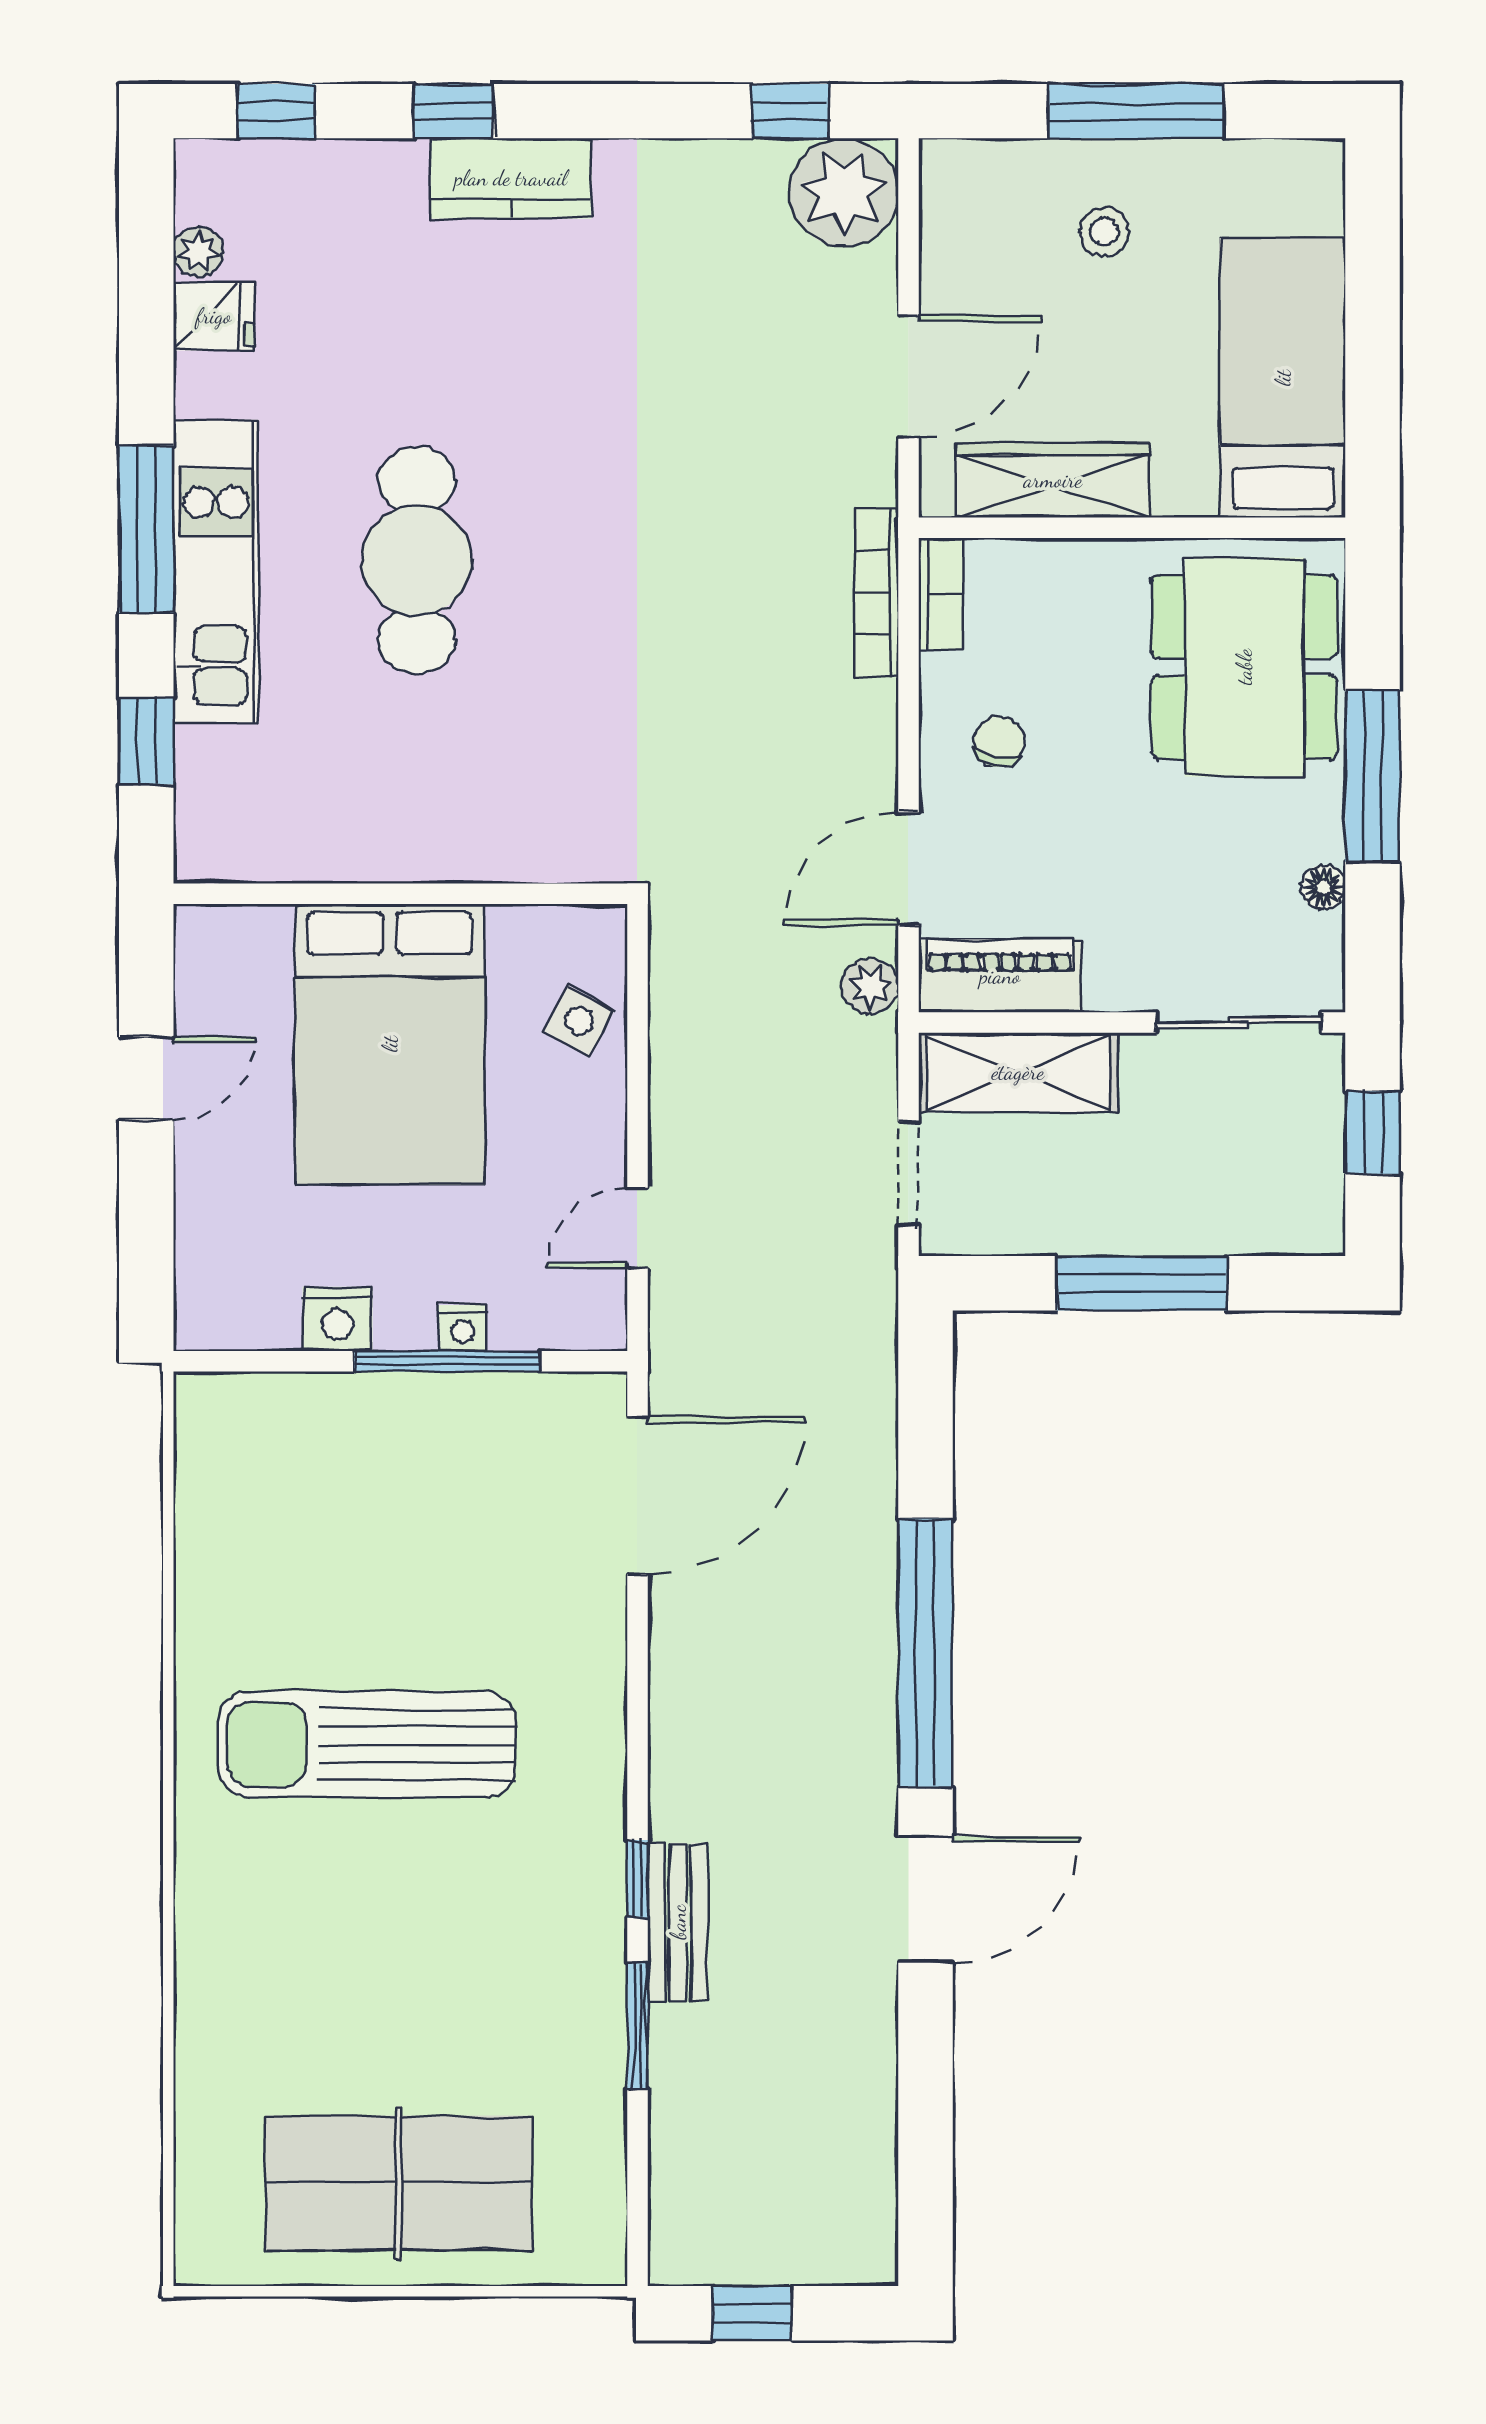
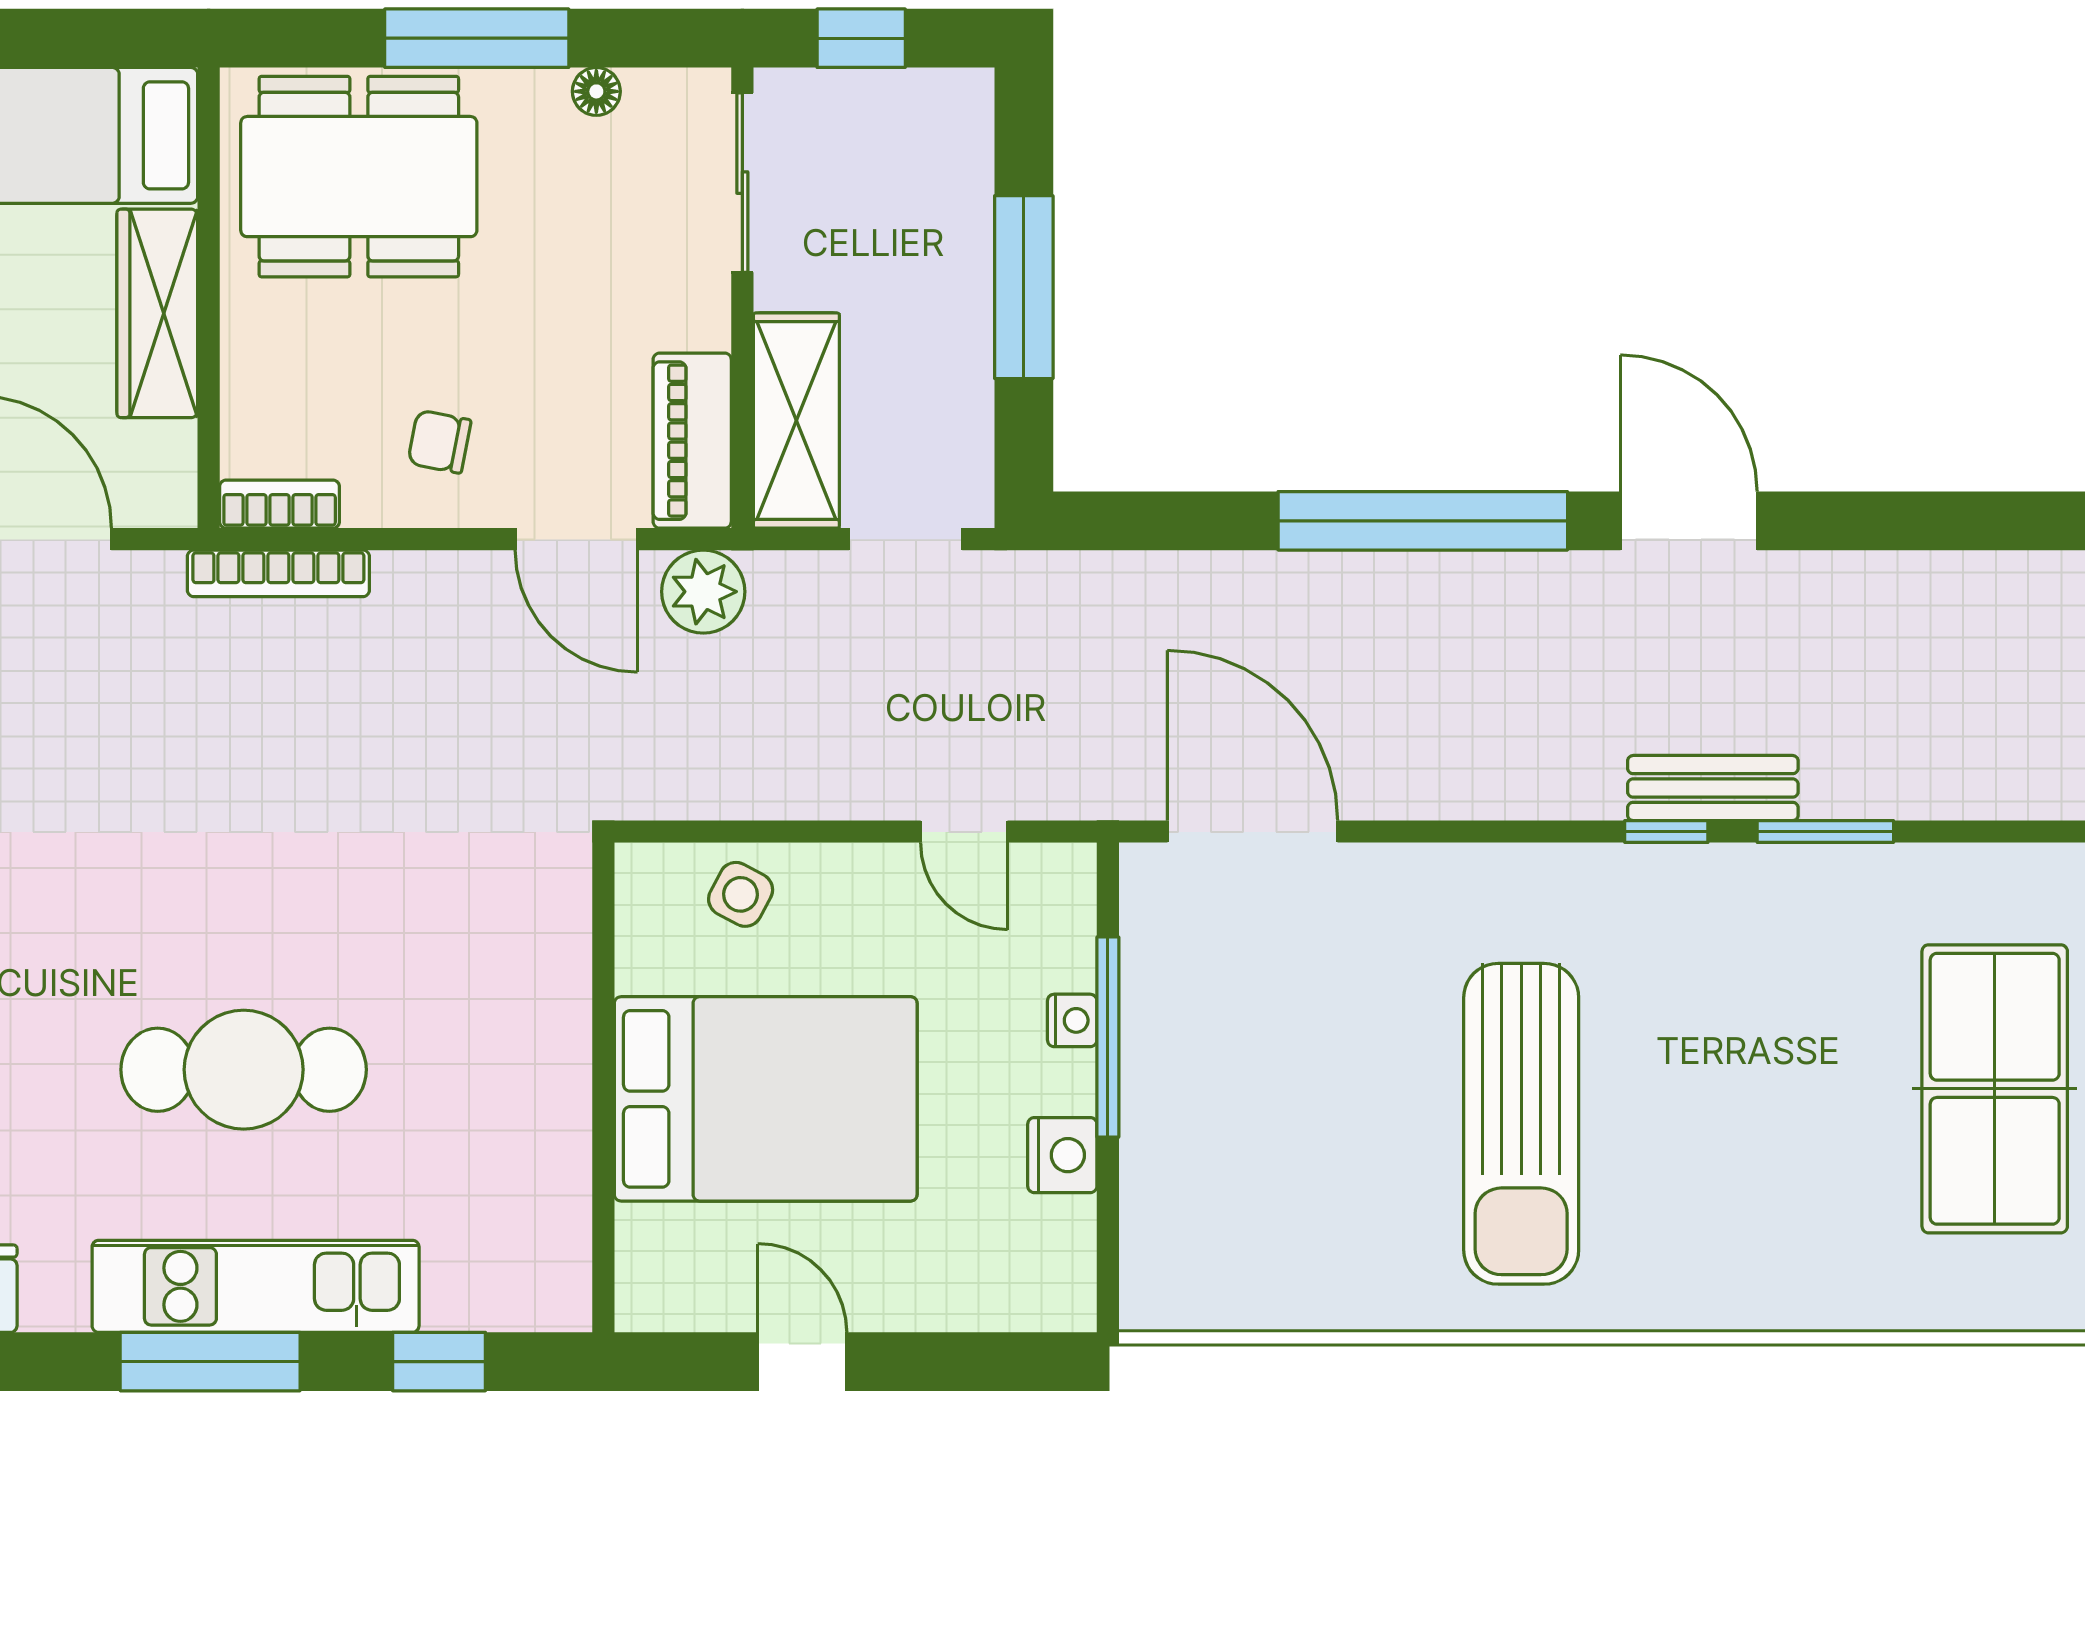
wardrobe: (1053, 480) -> (157, 313), moved
plant: (870, 986) -> (703, 592), width x1.38, depth x1.38

